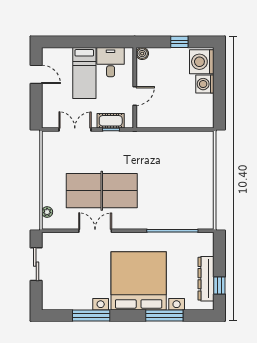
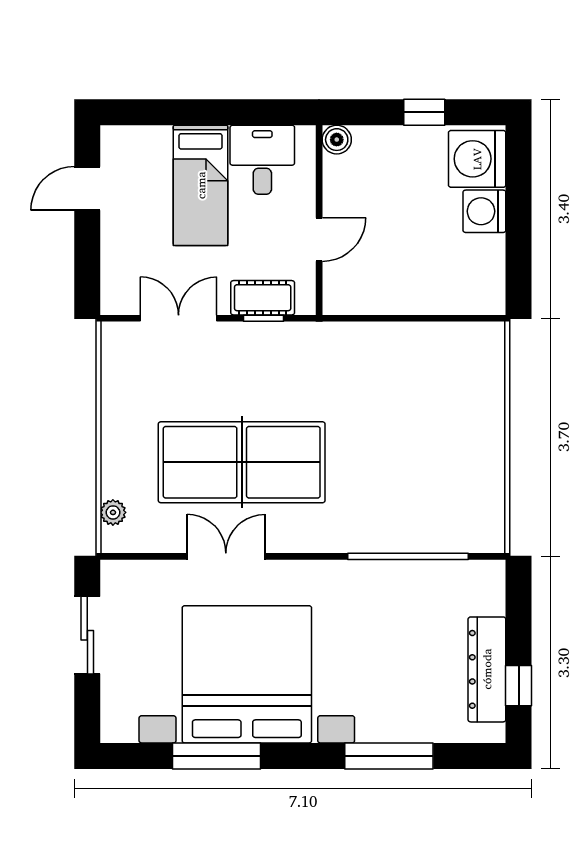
door: (36, 74) -> (87, 188), swing flipped
bed with nightstands: (139, 281) -> (247, 674), moved

